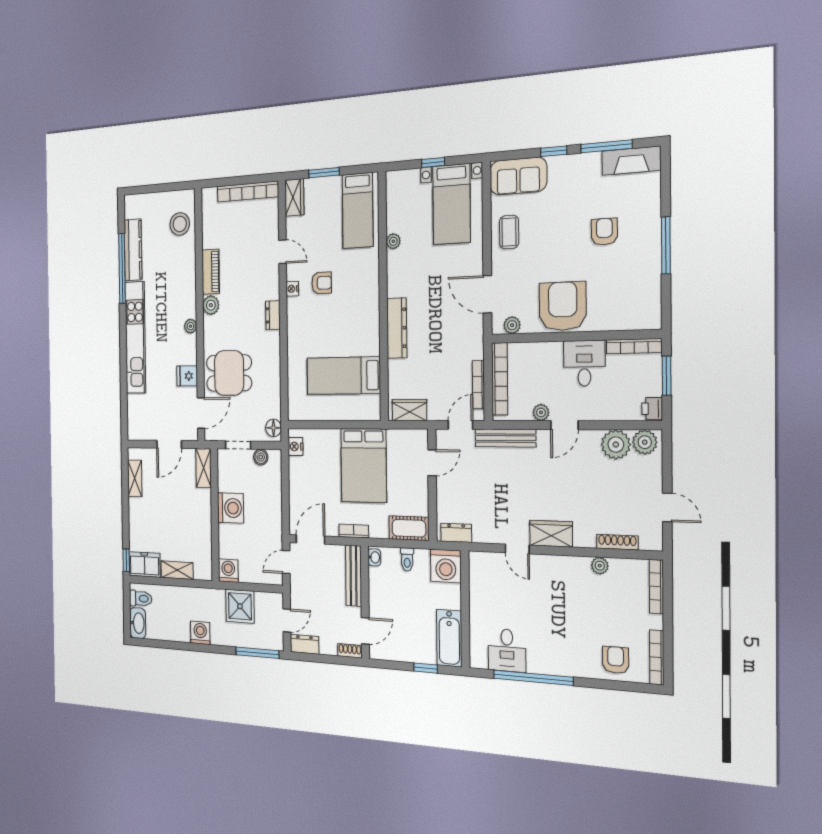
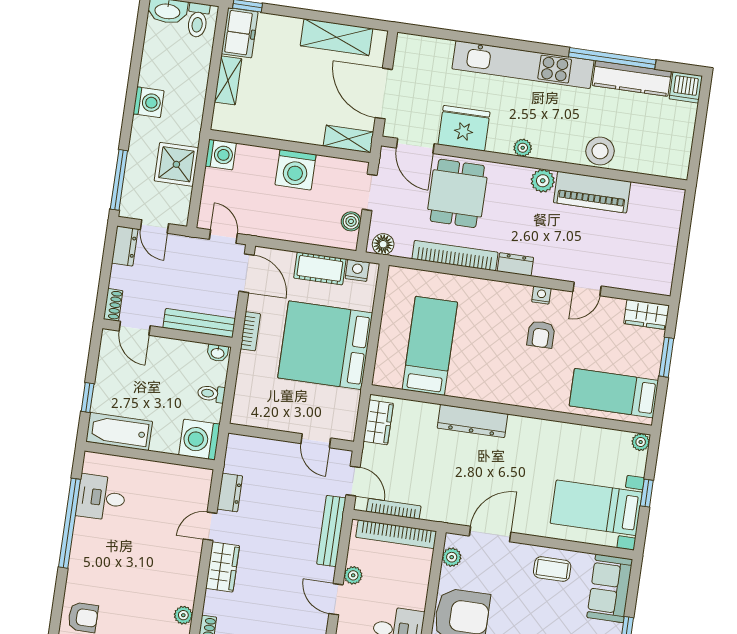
bookcase: (248, 192) -> (455, 256), moved, turned 90
dishwasher: (133, 206) -> (686, 87), added
stool: (180, 224) -> (600, 151), moved
plant: (393, 241) -> (641, 442), moved
piano: (211, 272) -> (592, 192), width x1.37, depth x1.33
fridge: (187, 376) -> (464, 128), width x1.88, depth x1.34
door: (169, 444) -> (384, 94), width x1.36
bed: (364, 465) -> (325, 345), width x1.36
shelving: (135, 478) -> (336, 37), width x1.50, depth x1.33
cot: (409, 528) -> (320, 268), moved, turned 90
dresser: (456, 533) -> (230, 492), moved

